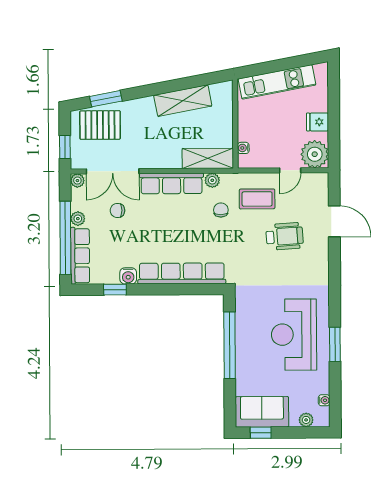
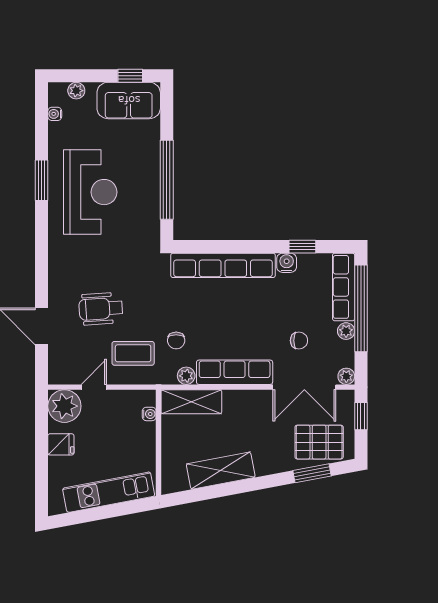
double door: (113, 171) -> (304, 387), swing flipped

